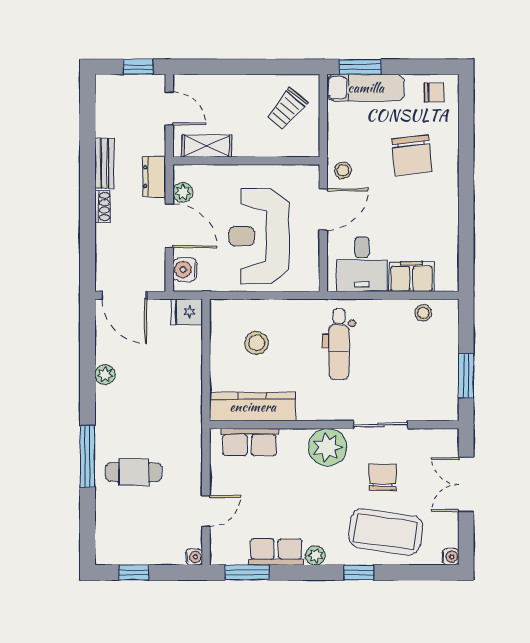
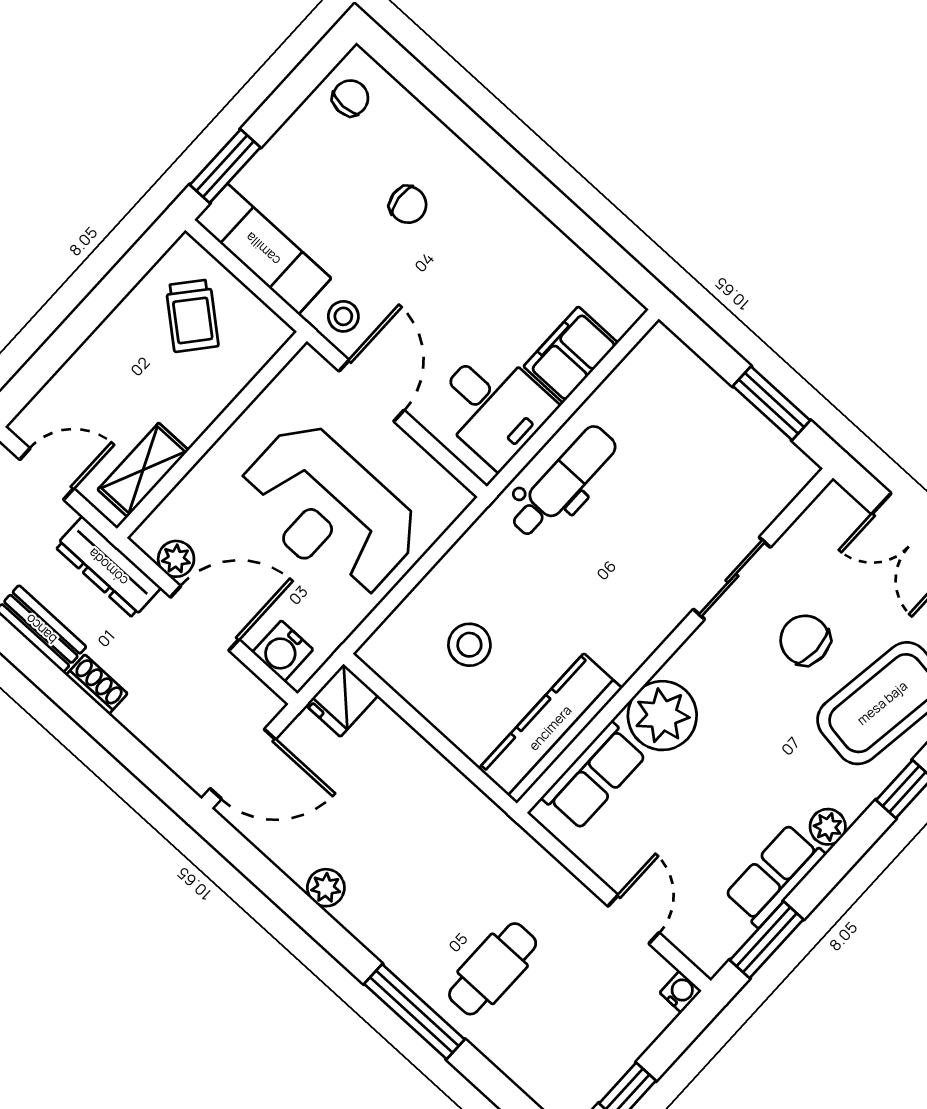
exam couch: (366, 88) -> (263, 249), moved, turned -90
chair: (412, 155) -> (408, 205), width x0.54, depth x0.54
dresser: (154, 177) -> (108, 567), width x1.44
stool: (423, 313) -> (634, 383), removed
dental chair: (339, 344) -> (563, 482), moved, turned -90
plant: (328, 447) -> (662, 716), moved

